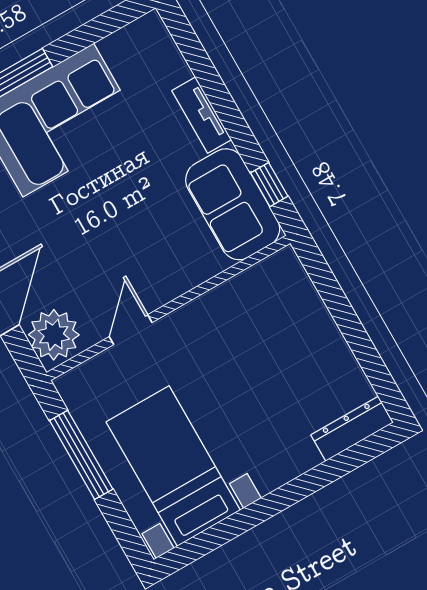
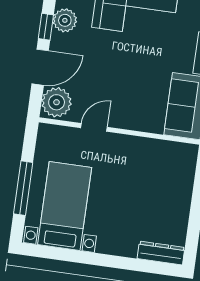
window: (81, 455) -> (23, 188), moved

